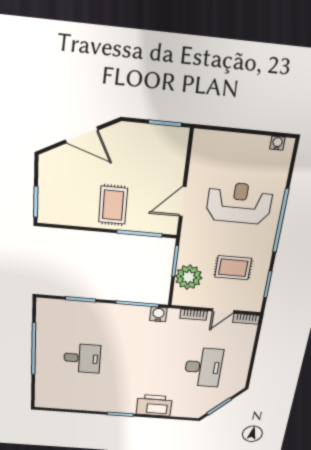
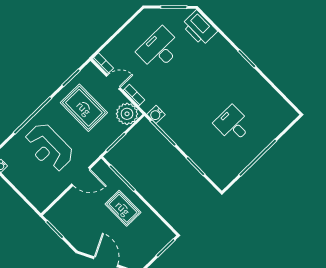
rug: (113, 205) -> (123, 208), turned 90
rug: (233, 268) -> (84, 108), width x1.36, depth x1.43
plant: (189, 277) -> (127, 114), moved
printer: (154, 405) -> (200, 28), moved

